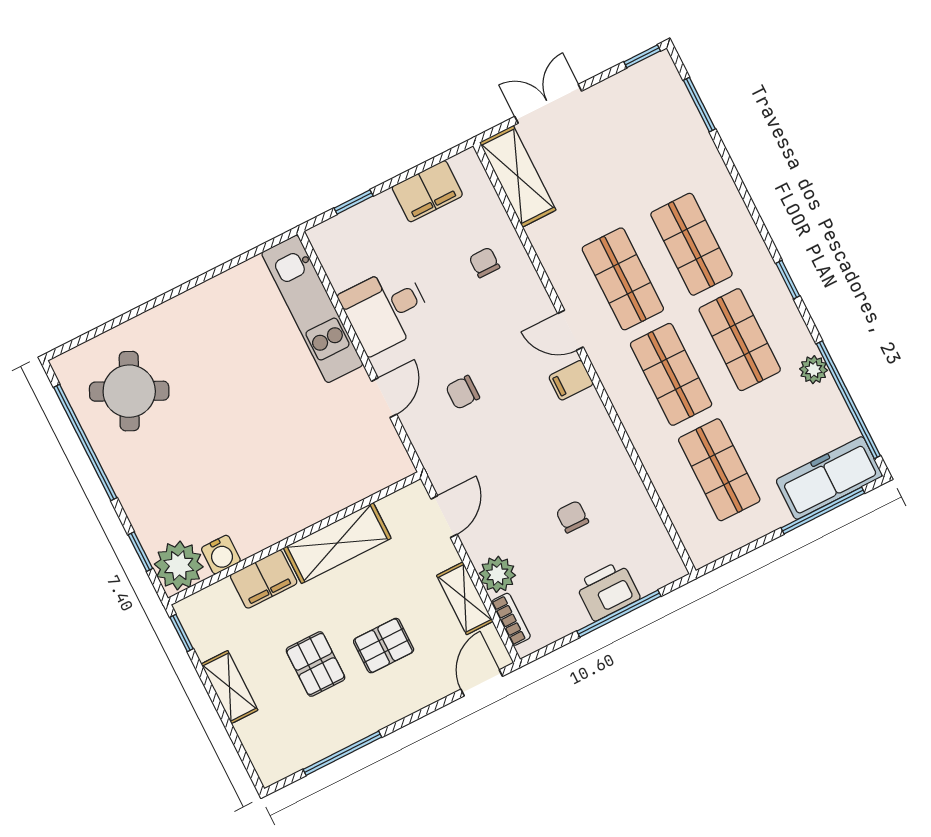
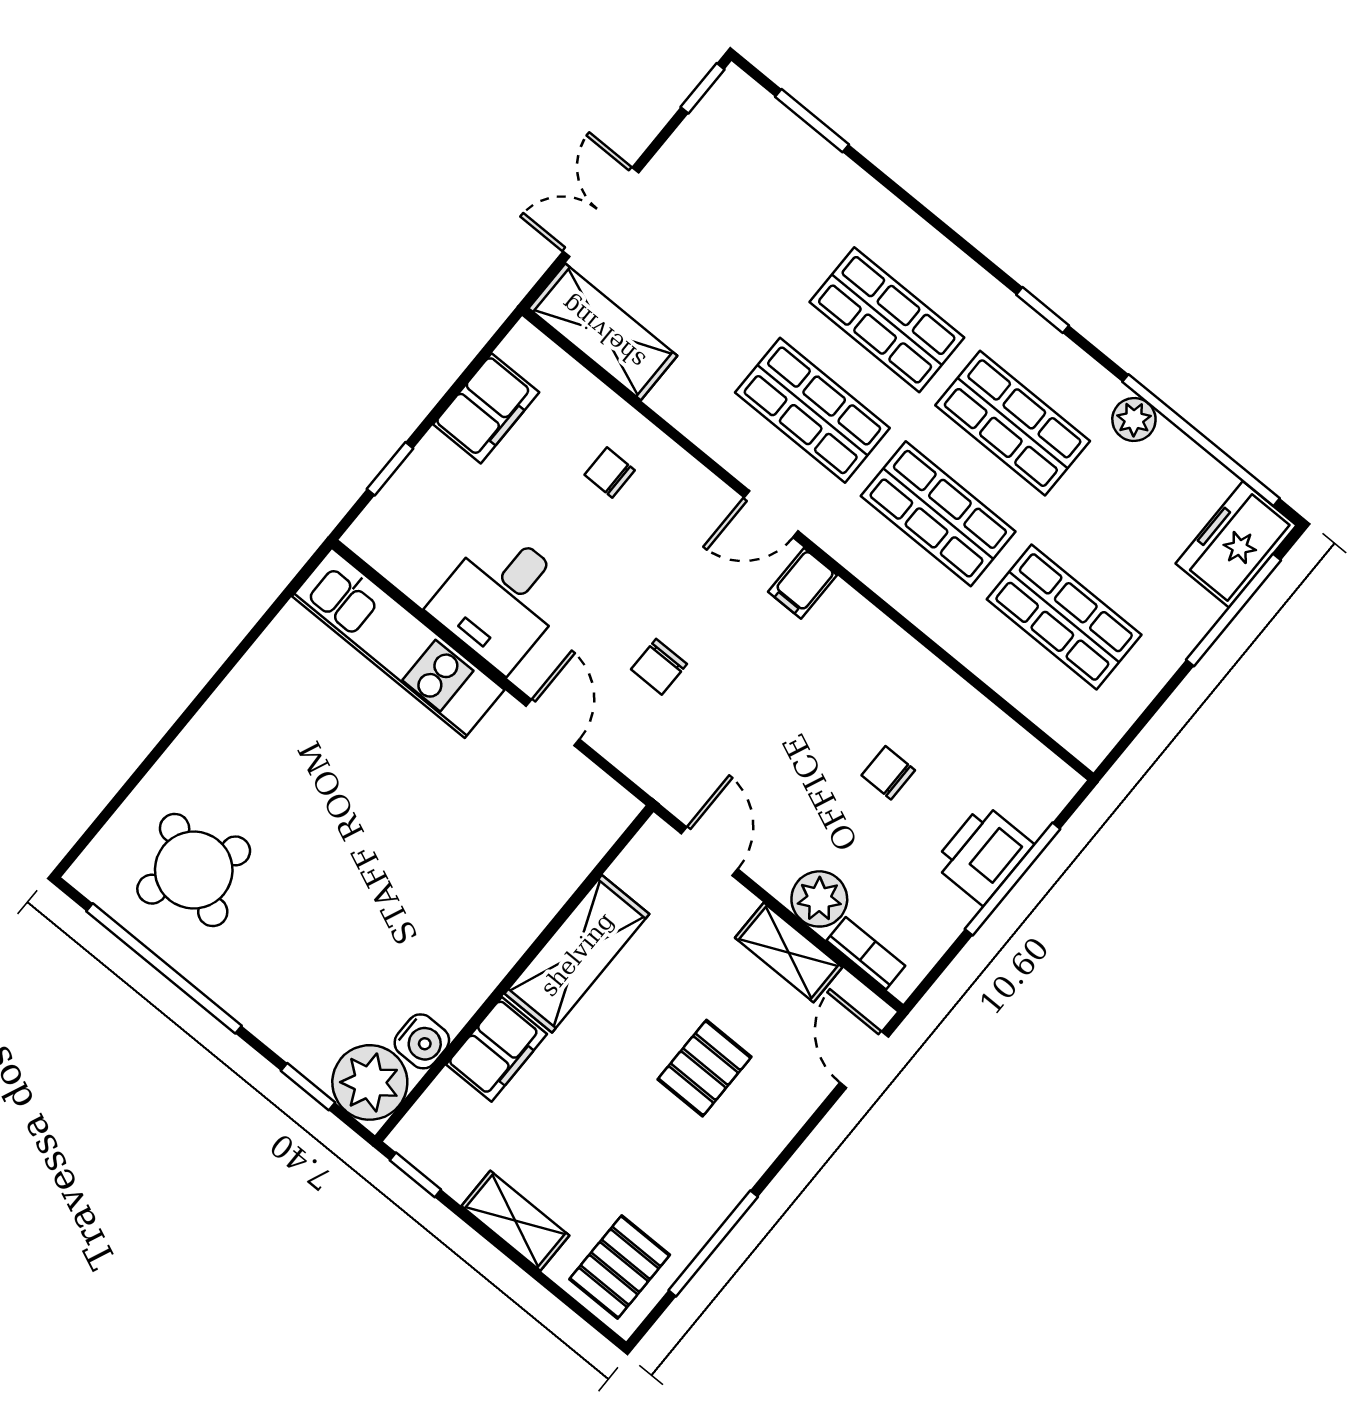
freezer: (829, 478) -> (1236, 544), width x0.71
pallet: (316, 664) -> (620, 1267), moved, turned 90

